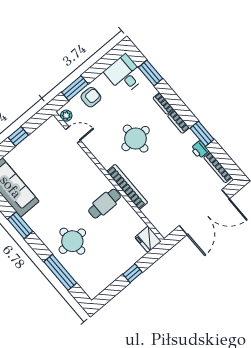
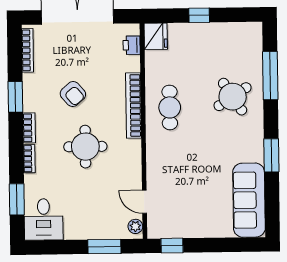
armchair: (91, 97) -> (73, 94), moved, turned -131
window: (18, 136) -> (172, 246), moved
printer: (200, 150) -> (132, 45), moved, turned 180
cafe table: (105, 204) -> (170, 107), turned 90
round table: (72, 241) -> (233, 97), turned -31

